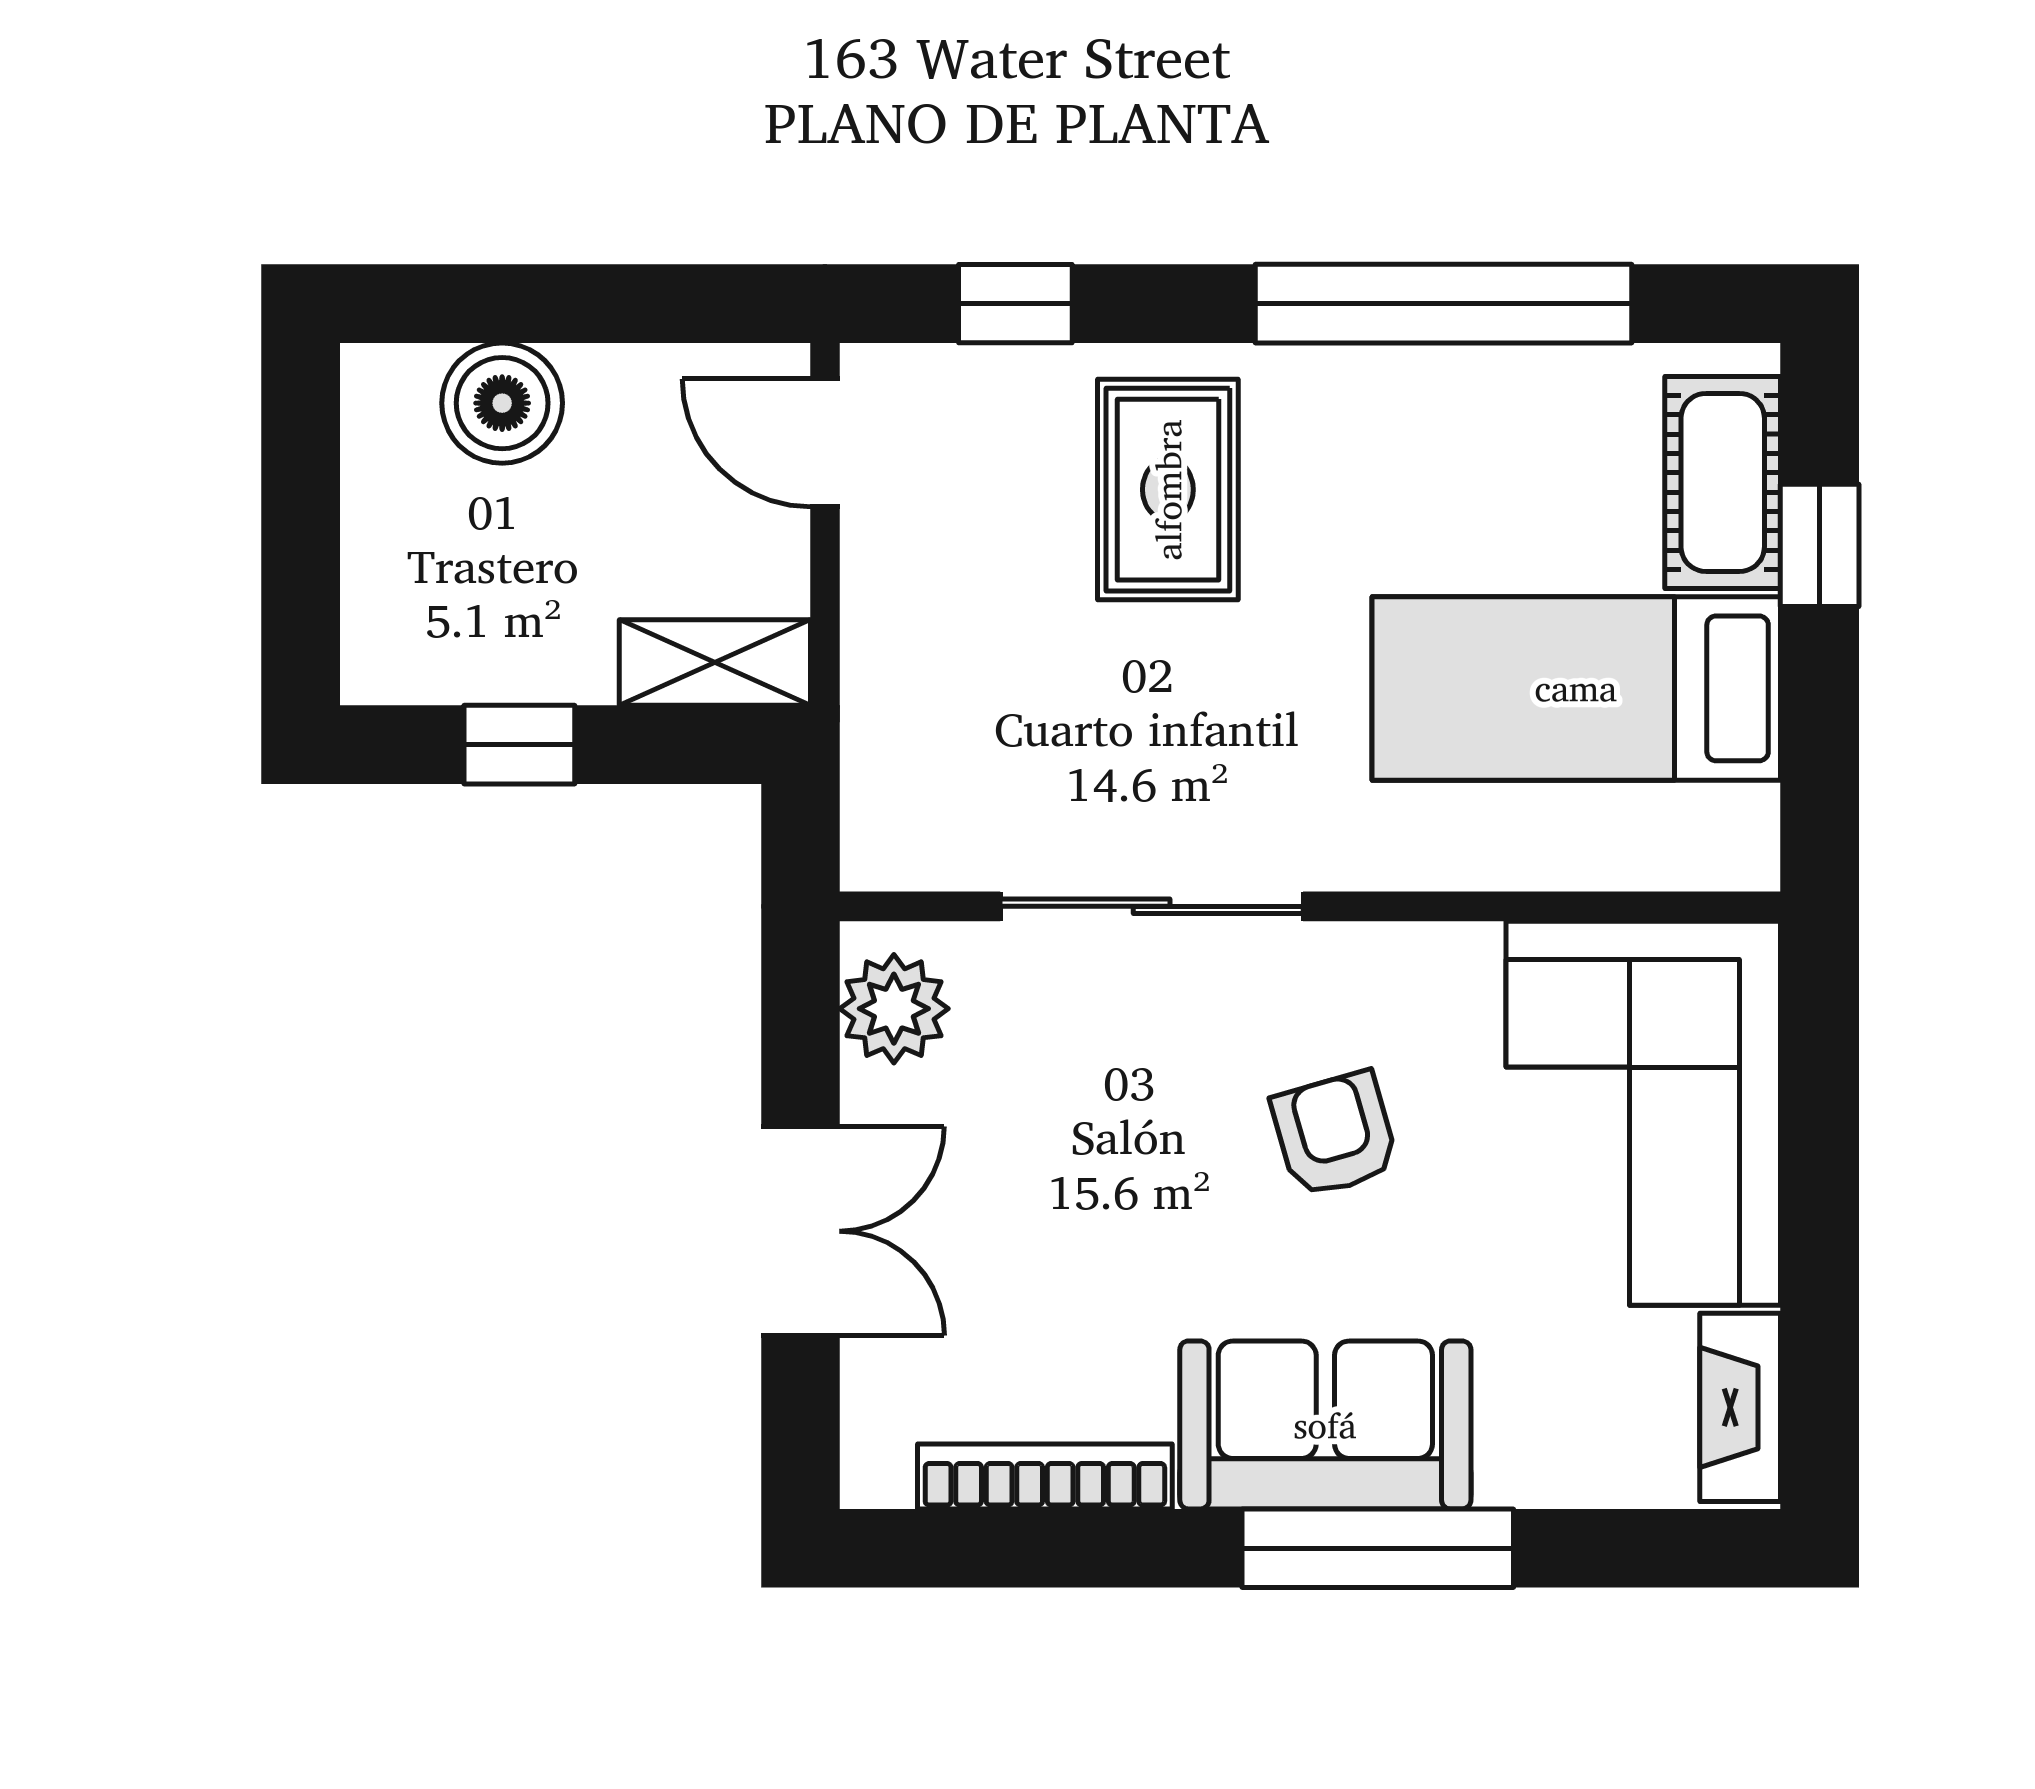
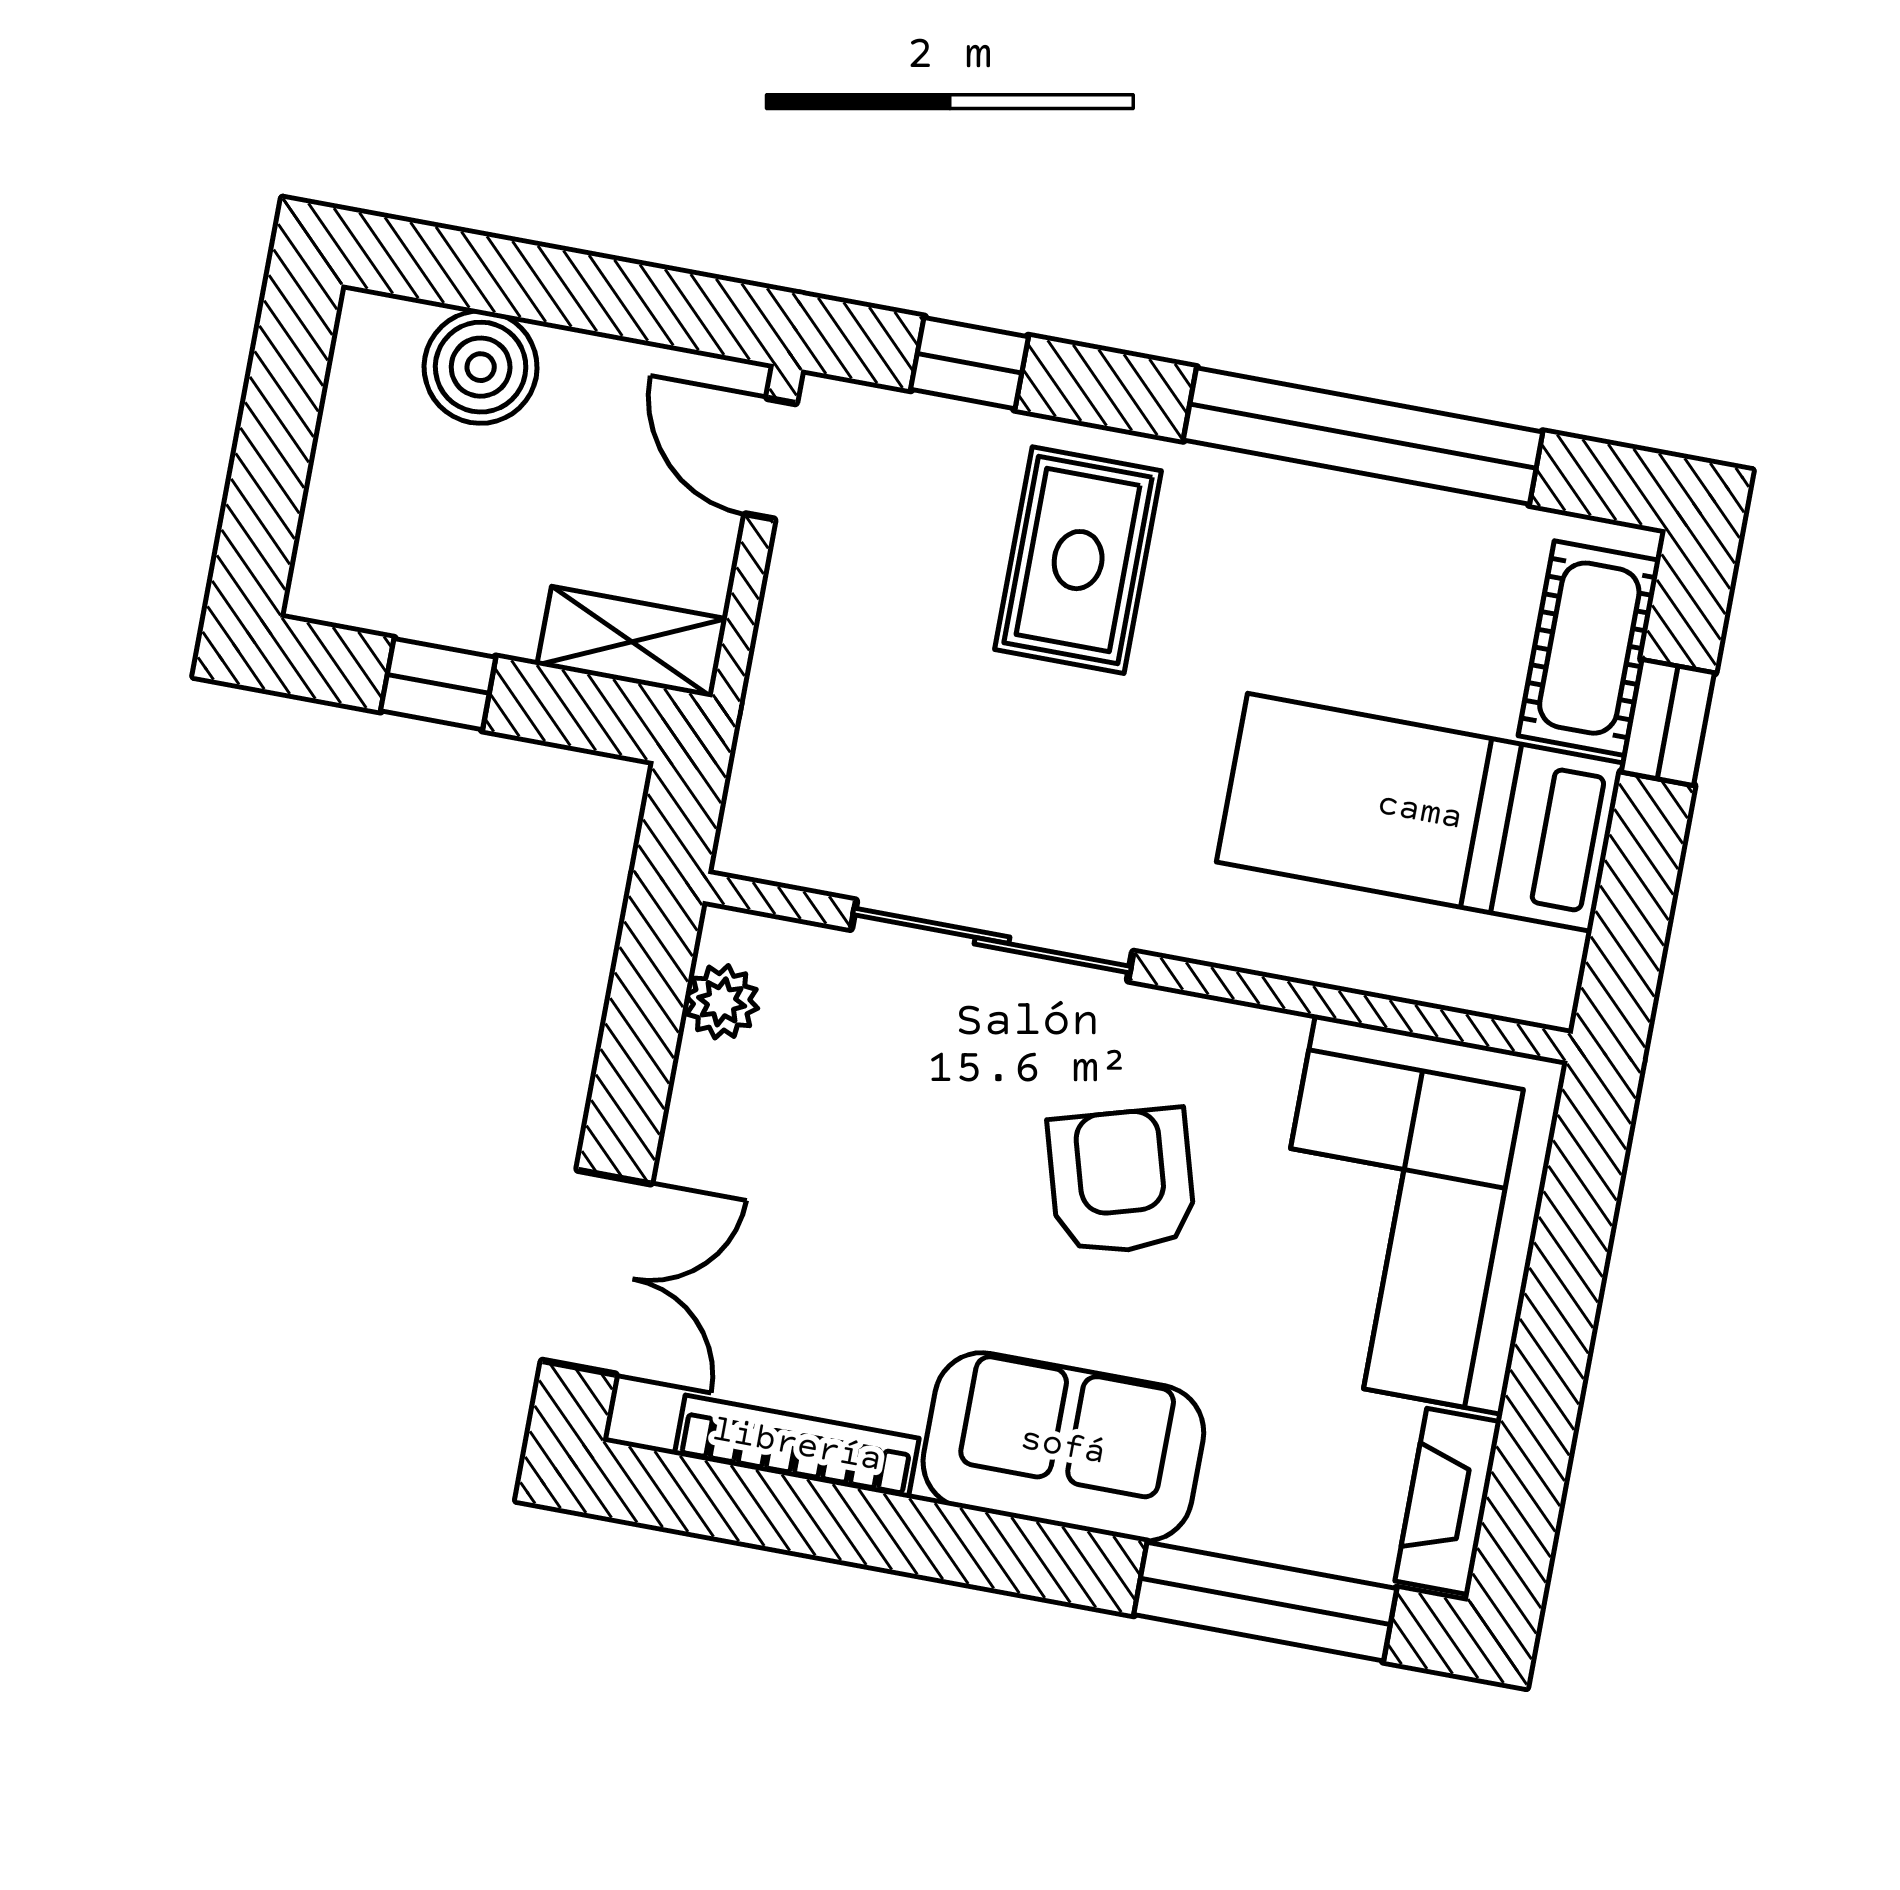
plant: (894, 1009) -> (722, 1002), width x0.73, depth x0.73
armchair: (1335, 1134) -> (1122, 1181), width x1.38, depth x1.38
double door: (800, 1231) -> (597, 1272), moved
window: (1378, 1548) -> (1265, 1602), moved

